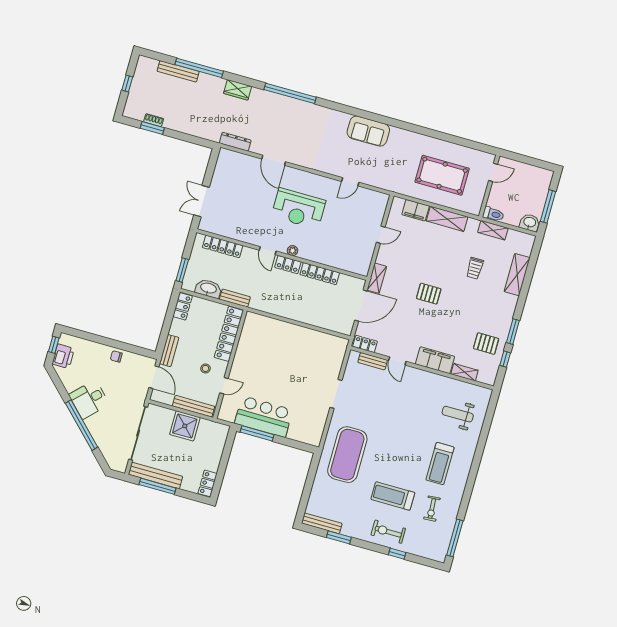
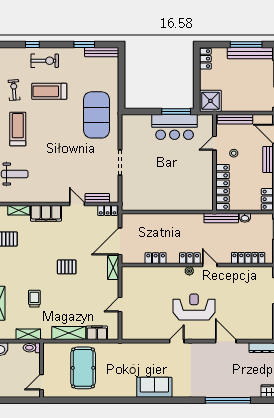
pool table: (442, 175) -> (83, 368), turned 90
door: (350, 182) -> (177, 341), moved
locker: (320, 274) -> (156, 258), width x0.66
washbasin: (208, 288) -> (245, 218), width x0.52, depth x0.69
bench: (235, 298) -> (221, 218), width x1.36
shower: (185, 426) -> (210, 101), moved
treadmill: (393, 496) -> (49, 91), turned 180

